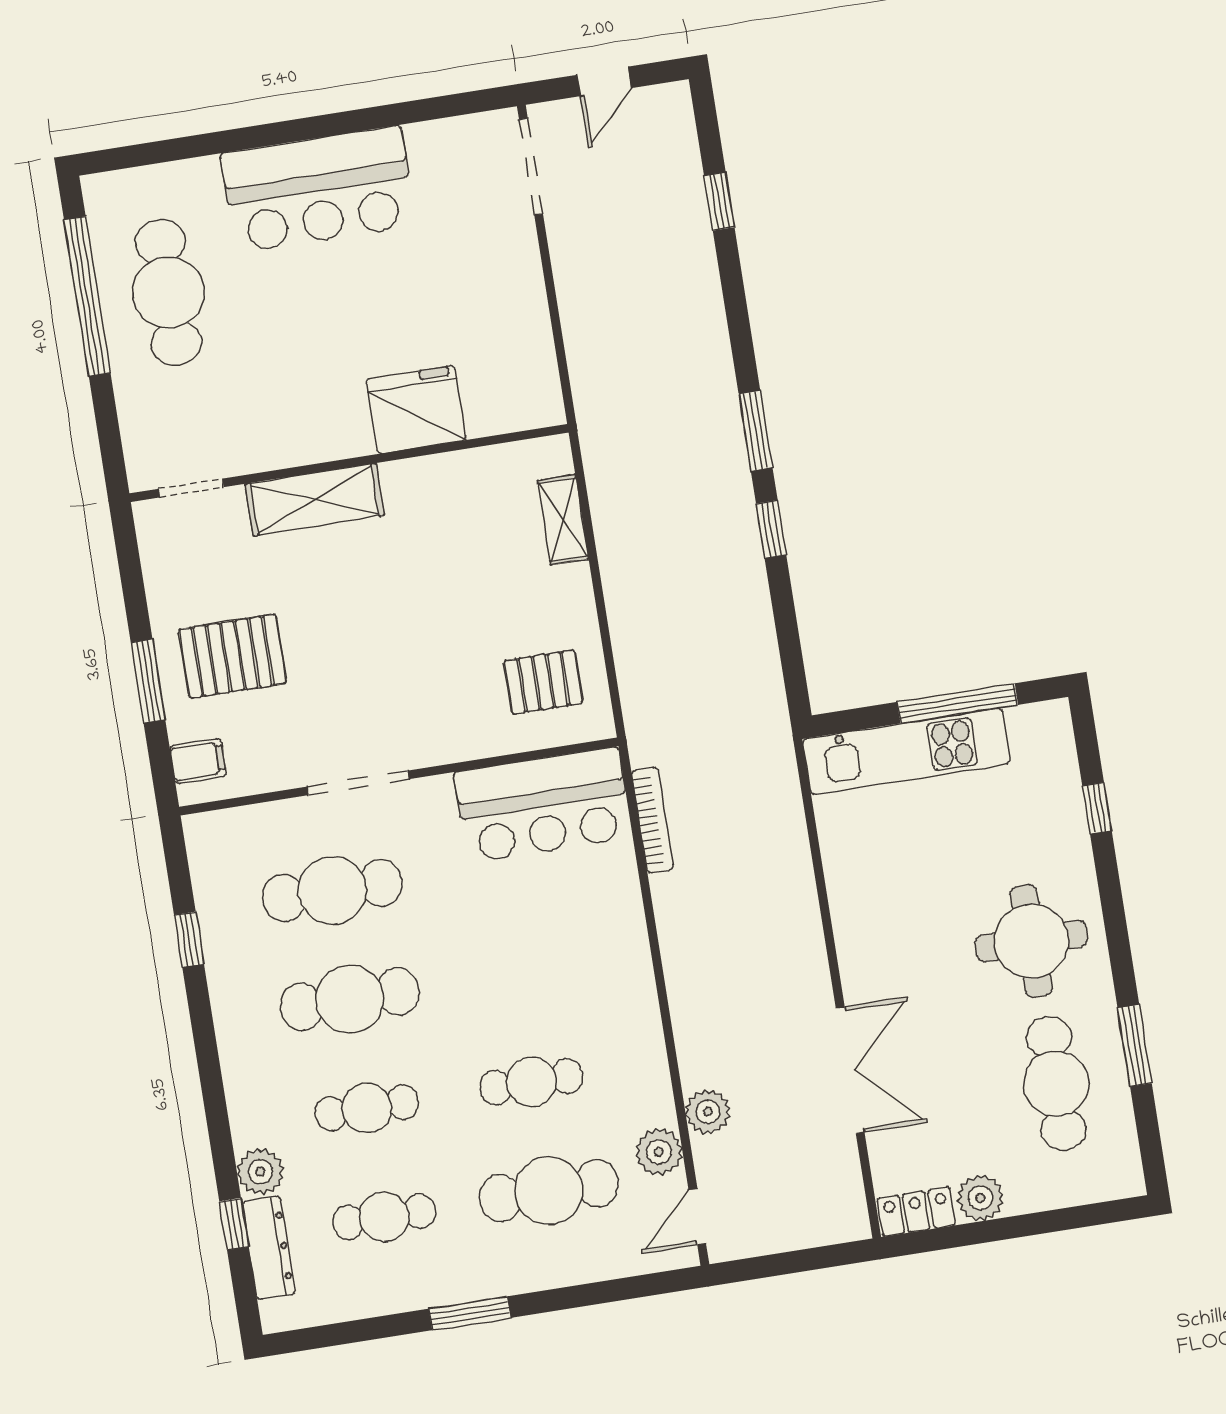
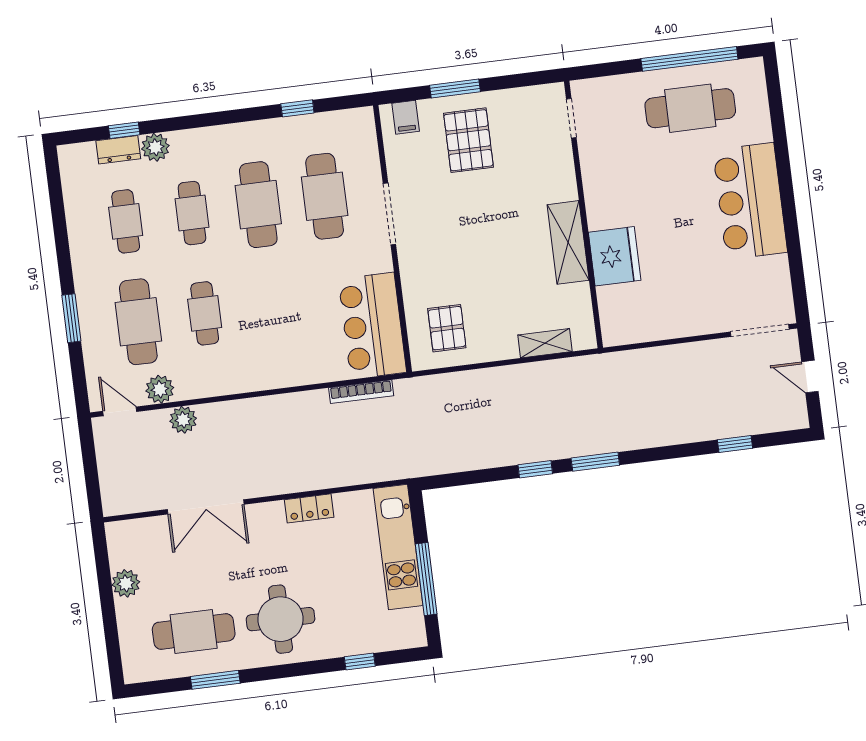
shelving: (315, 500) -> (568, 242), moved
locker: (916, 1212) -> (309, 508), moved, turned 90
dresser: (269, 1248) -> (118, 150), width x0.70
window: (470, 1313) -> (71, 318), moved

